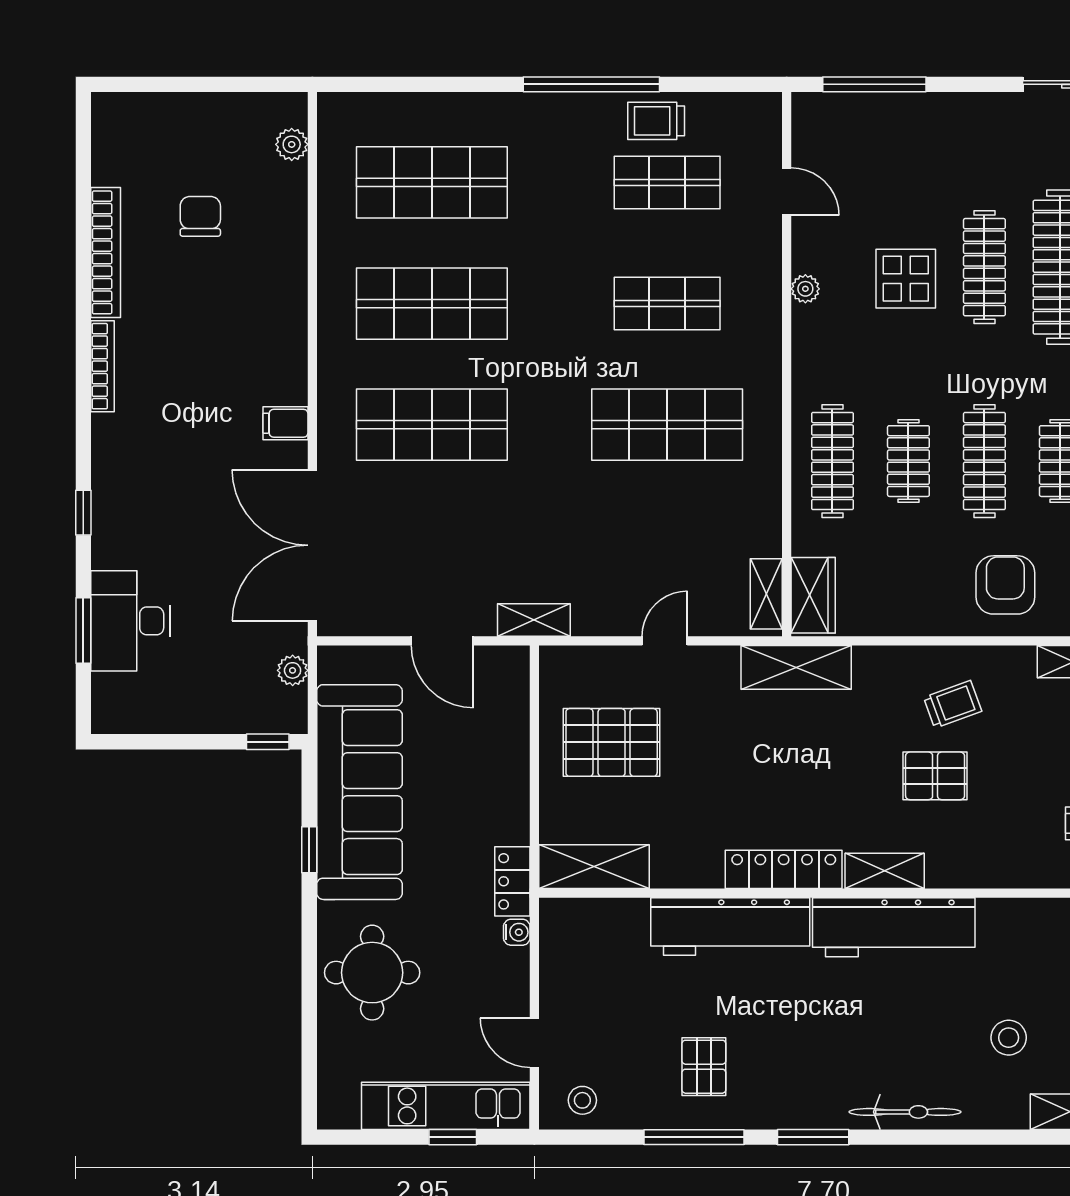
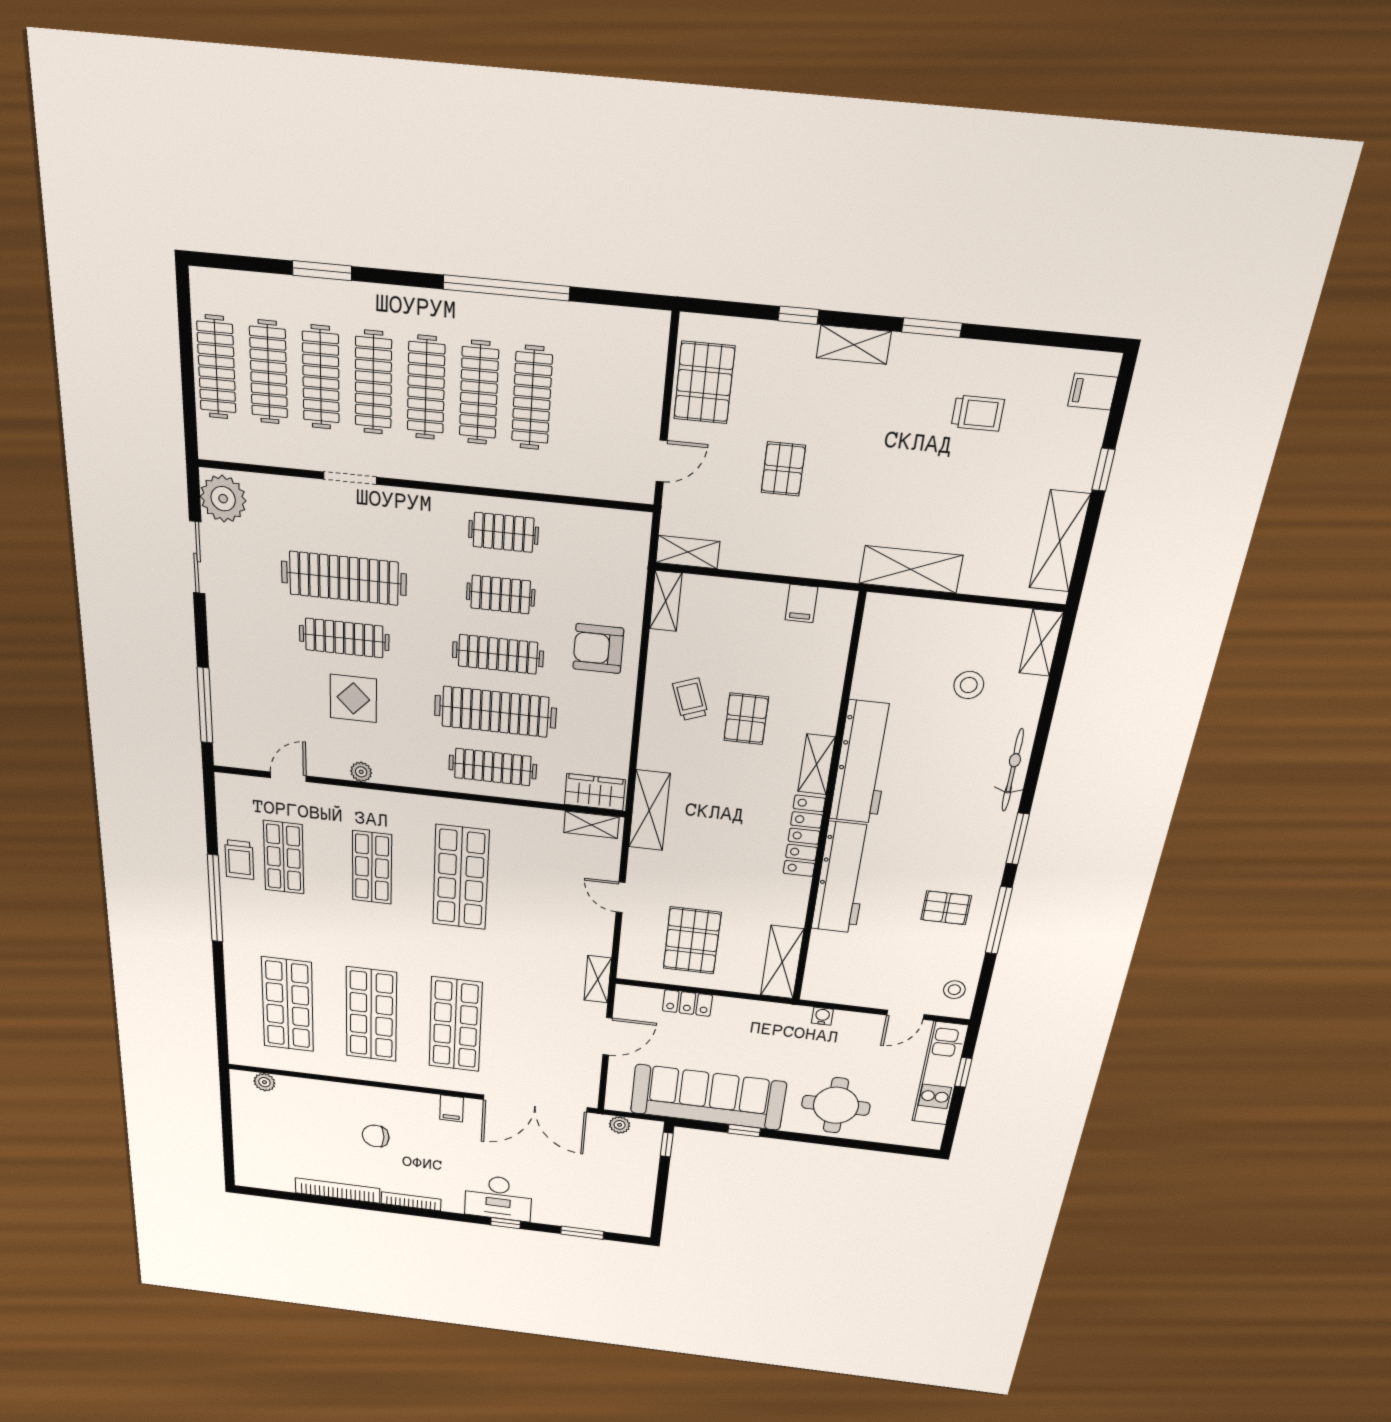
chair: (200, 216) -> (376, 1136), moved
clothes rail: (908, 461) -> (495, 712), width x1.86, depth x1.31
desk: (130, 621) -> (498, 1198), moved
locker: (512, 881) -> (687, 1003), moved

